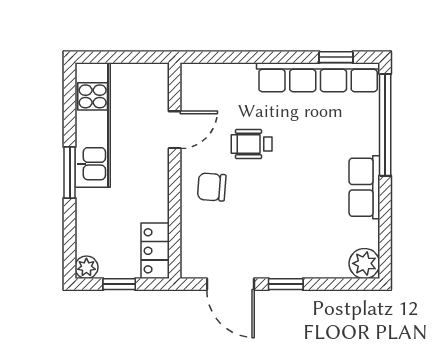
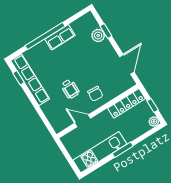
window: (385, 125) -> (45, 36), moved
locker: (155, 251) -> (127, 103), width x1.53
plant: (364, 263) -> (98, 35), moved
window: (286, 284) -> (106, 31), moved

